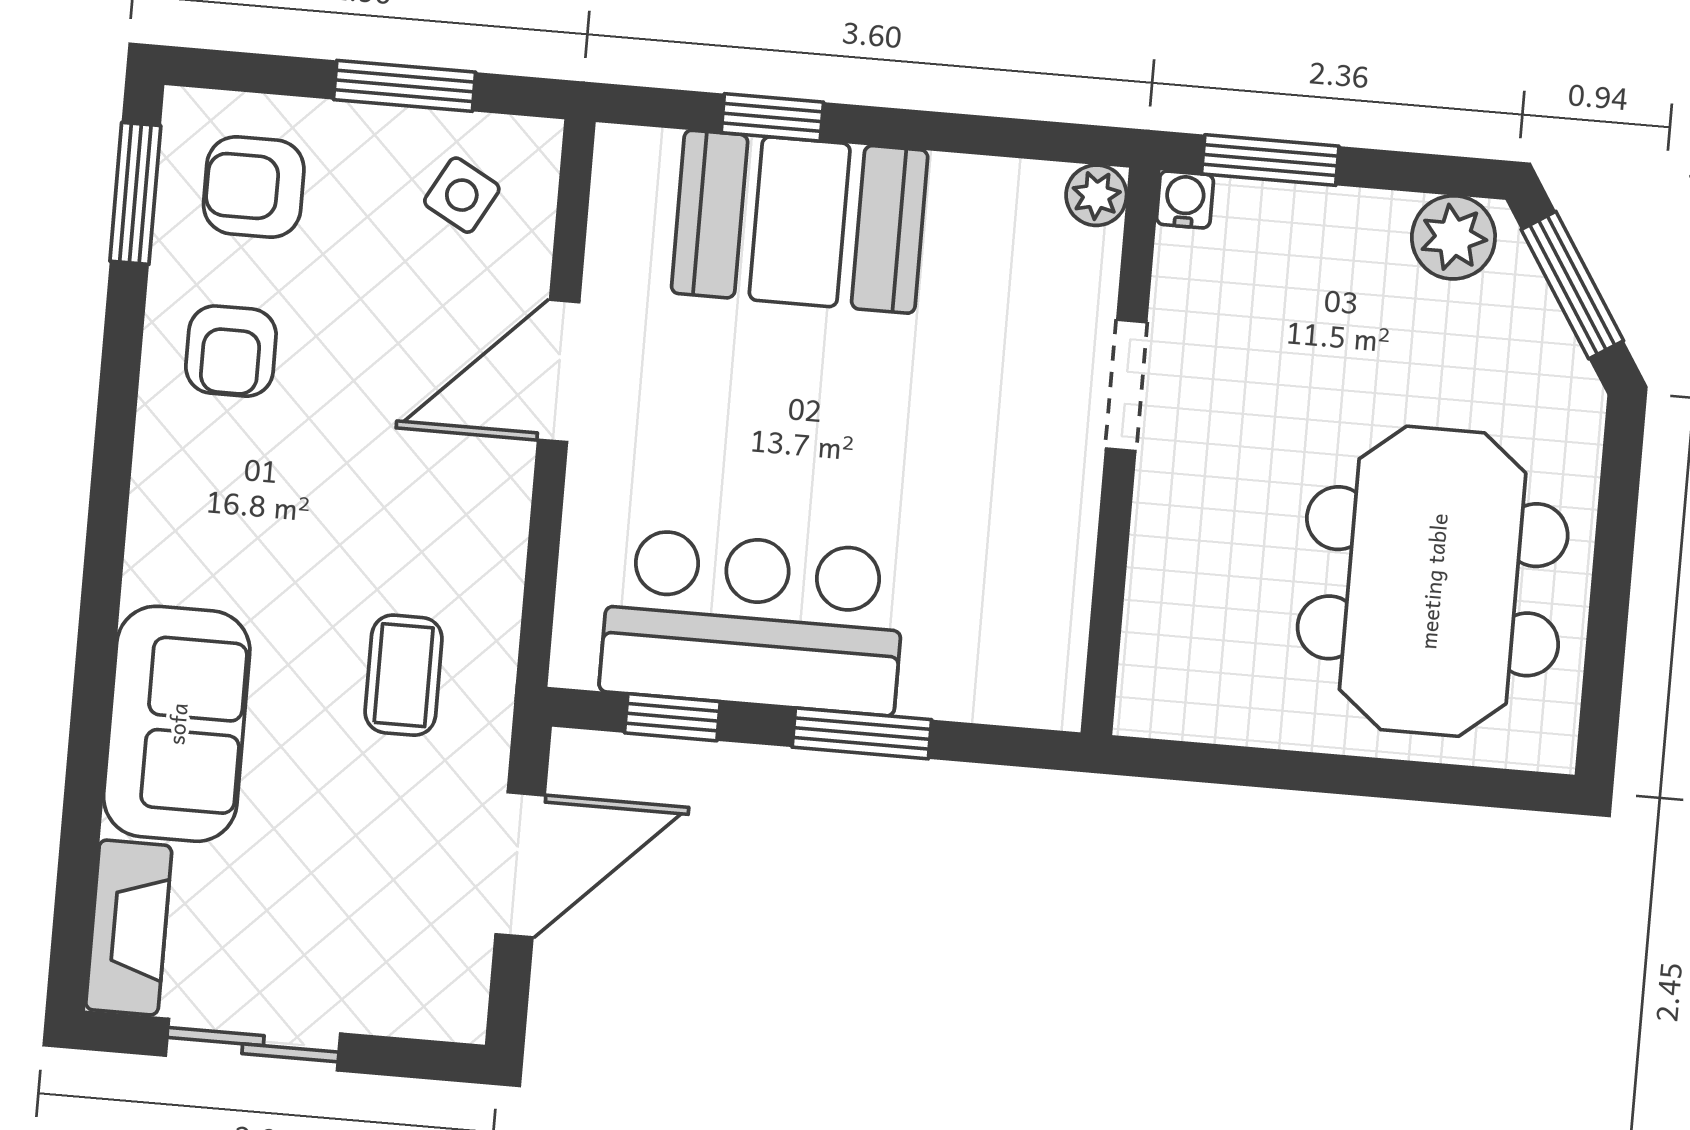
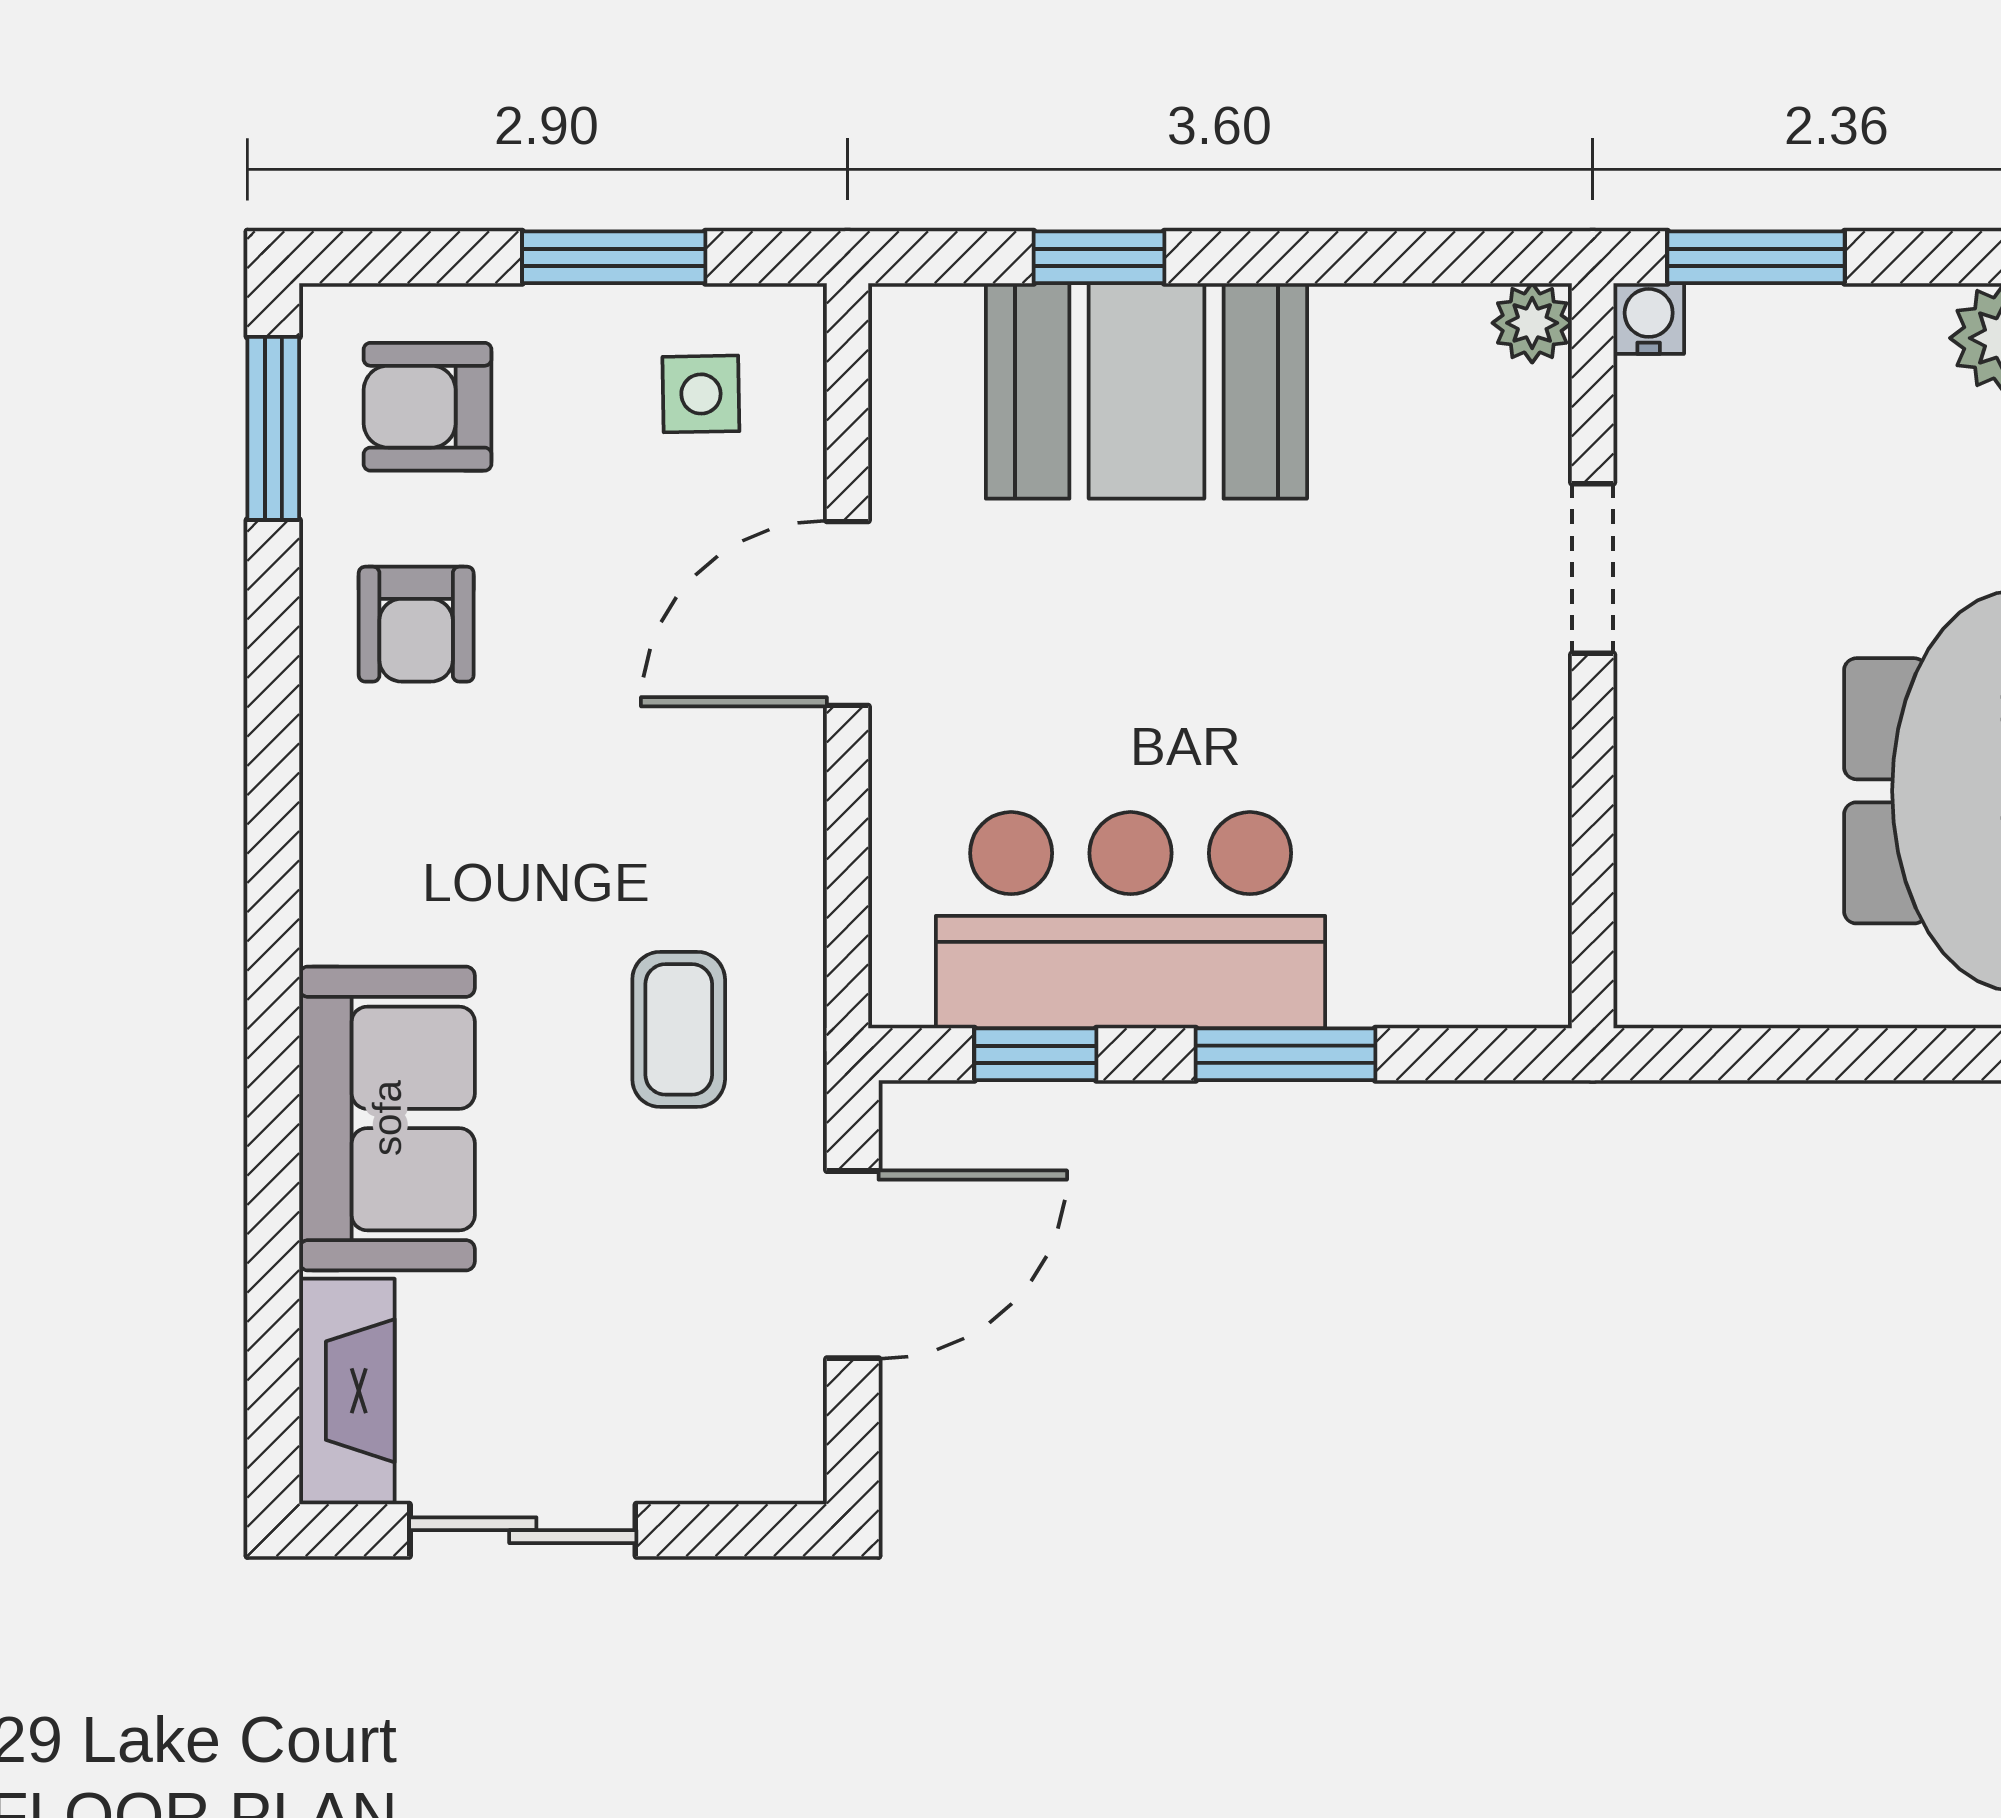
side table: (462, 195) -> (701, 394), turned -30

